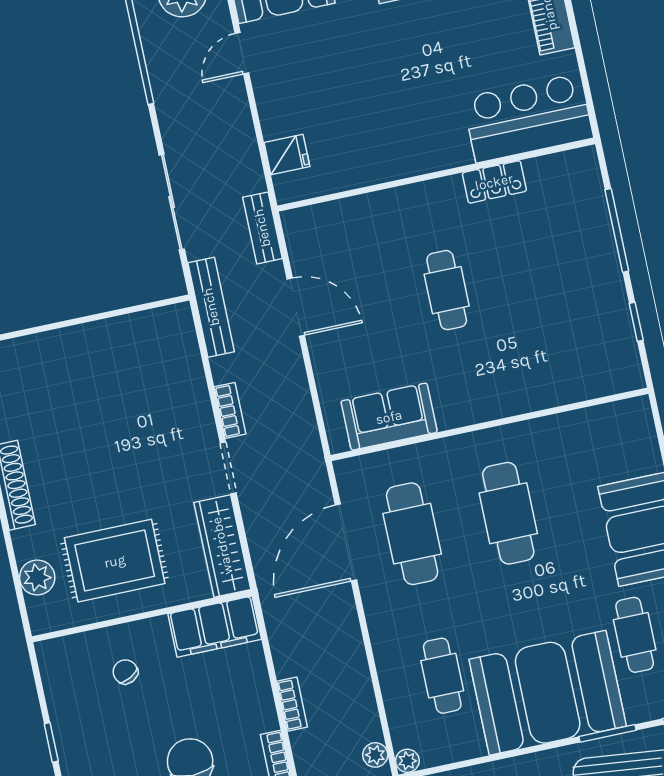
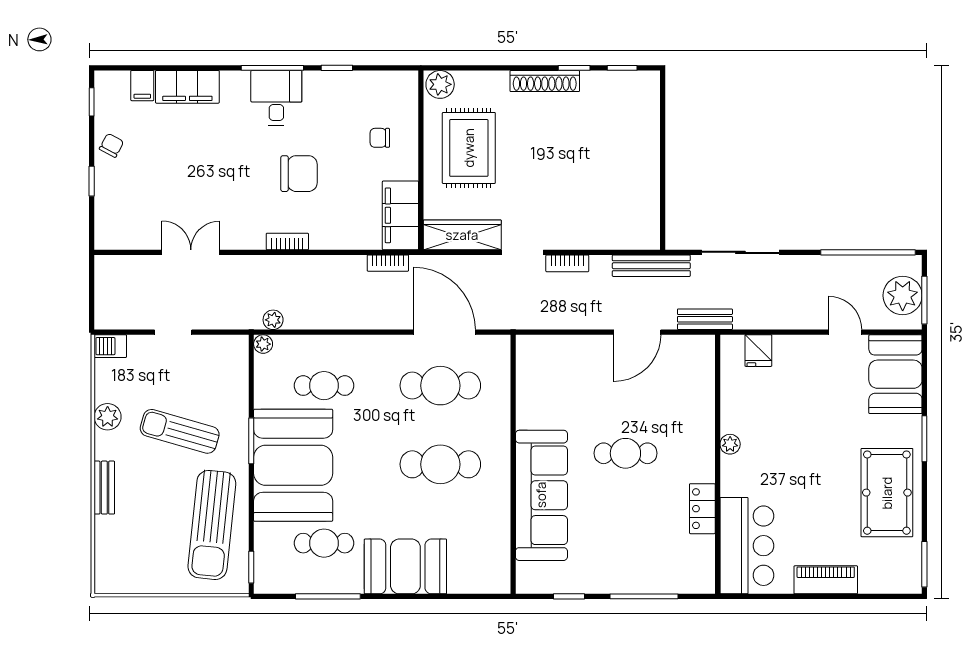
plant: (409, 165) -> (730, 444), added
sofa: (389, 417) -> (541, 495), moved, width x1.85, depth x1.27
plant: (37, 577) -> (440, 84), moved
chair: (125, 672) -> (380, 138), turned -152
bookcase: (292, 704) -> (388, 263), moved
window: (608, 733) -> (251, 441), moved

